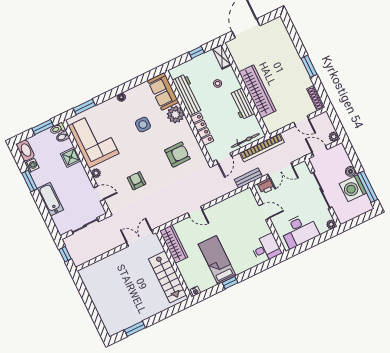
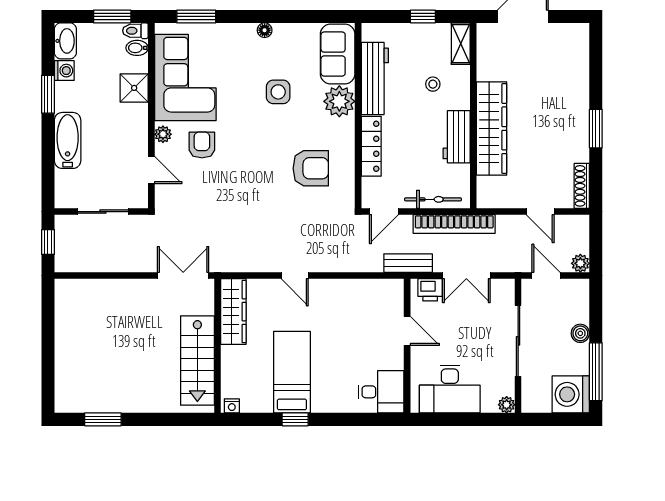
armchair: (137, 181) -> (202, 145), moved
washing machine: (353, 188) -> (571, 394), moved

